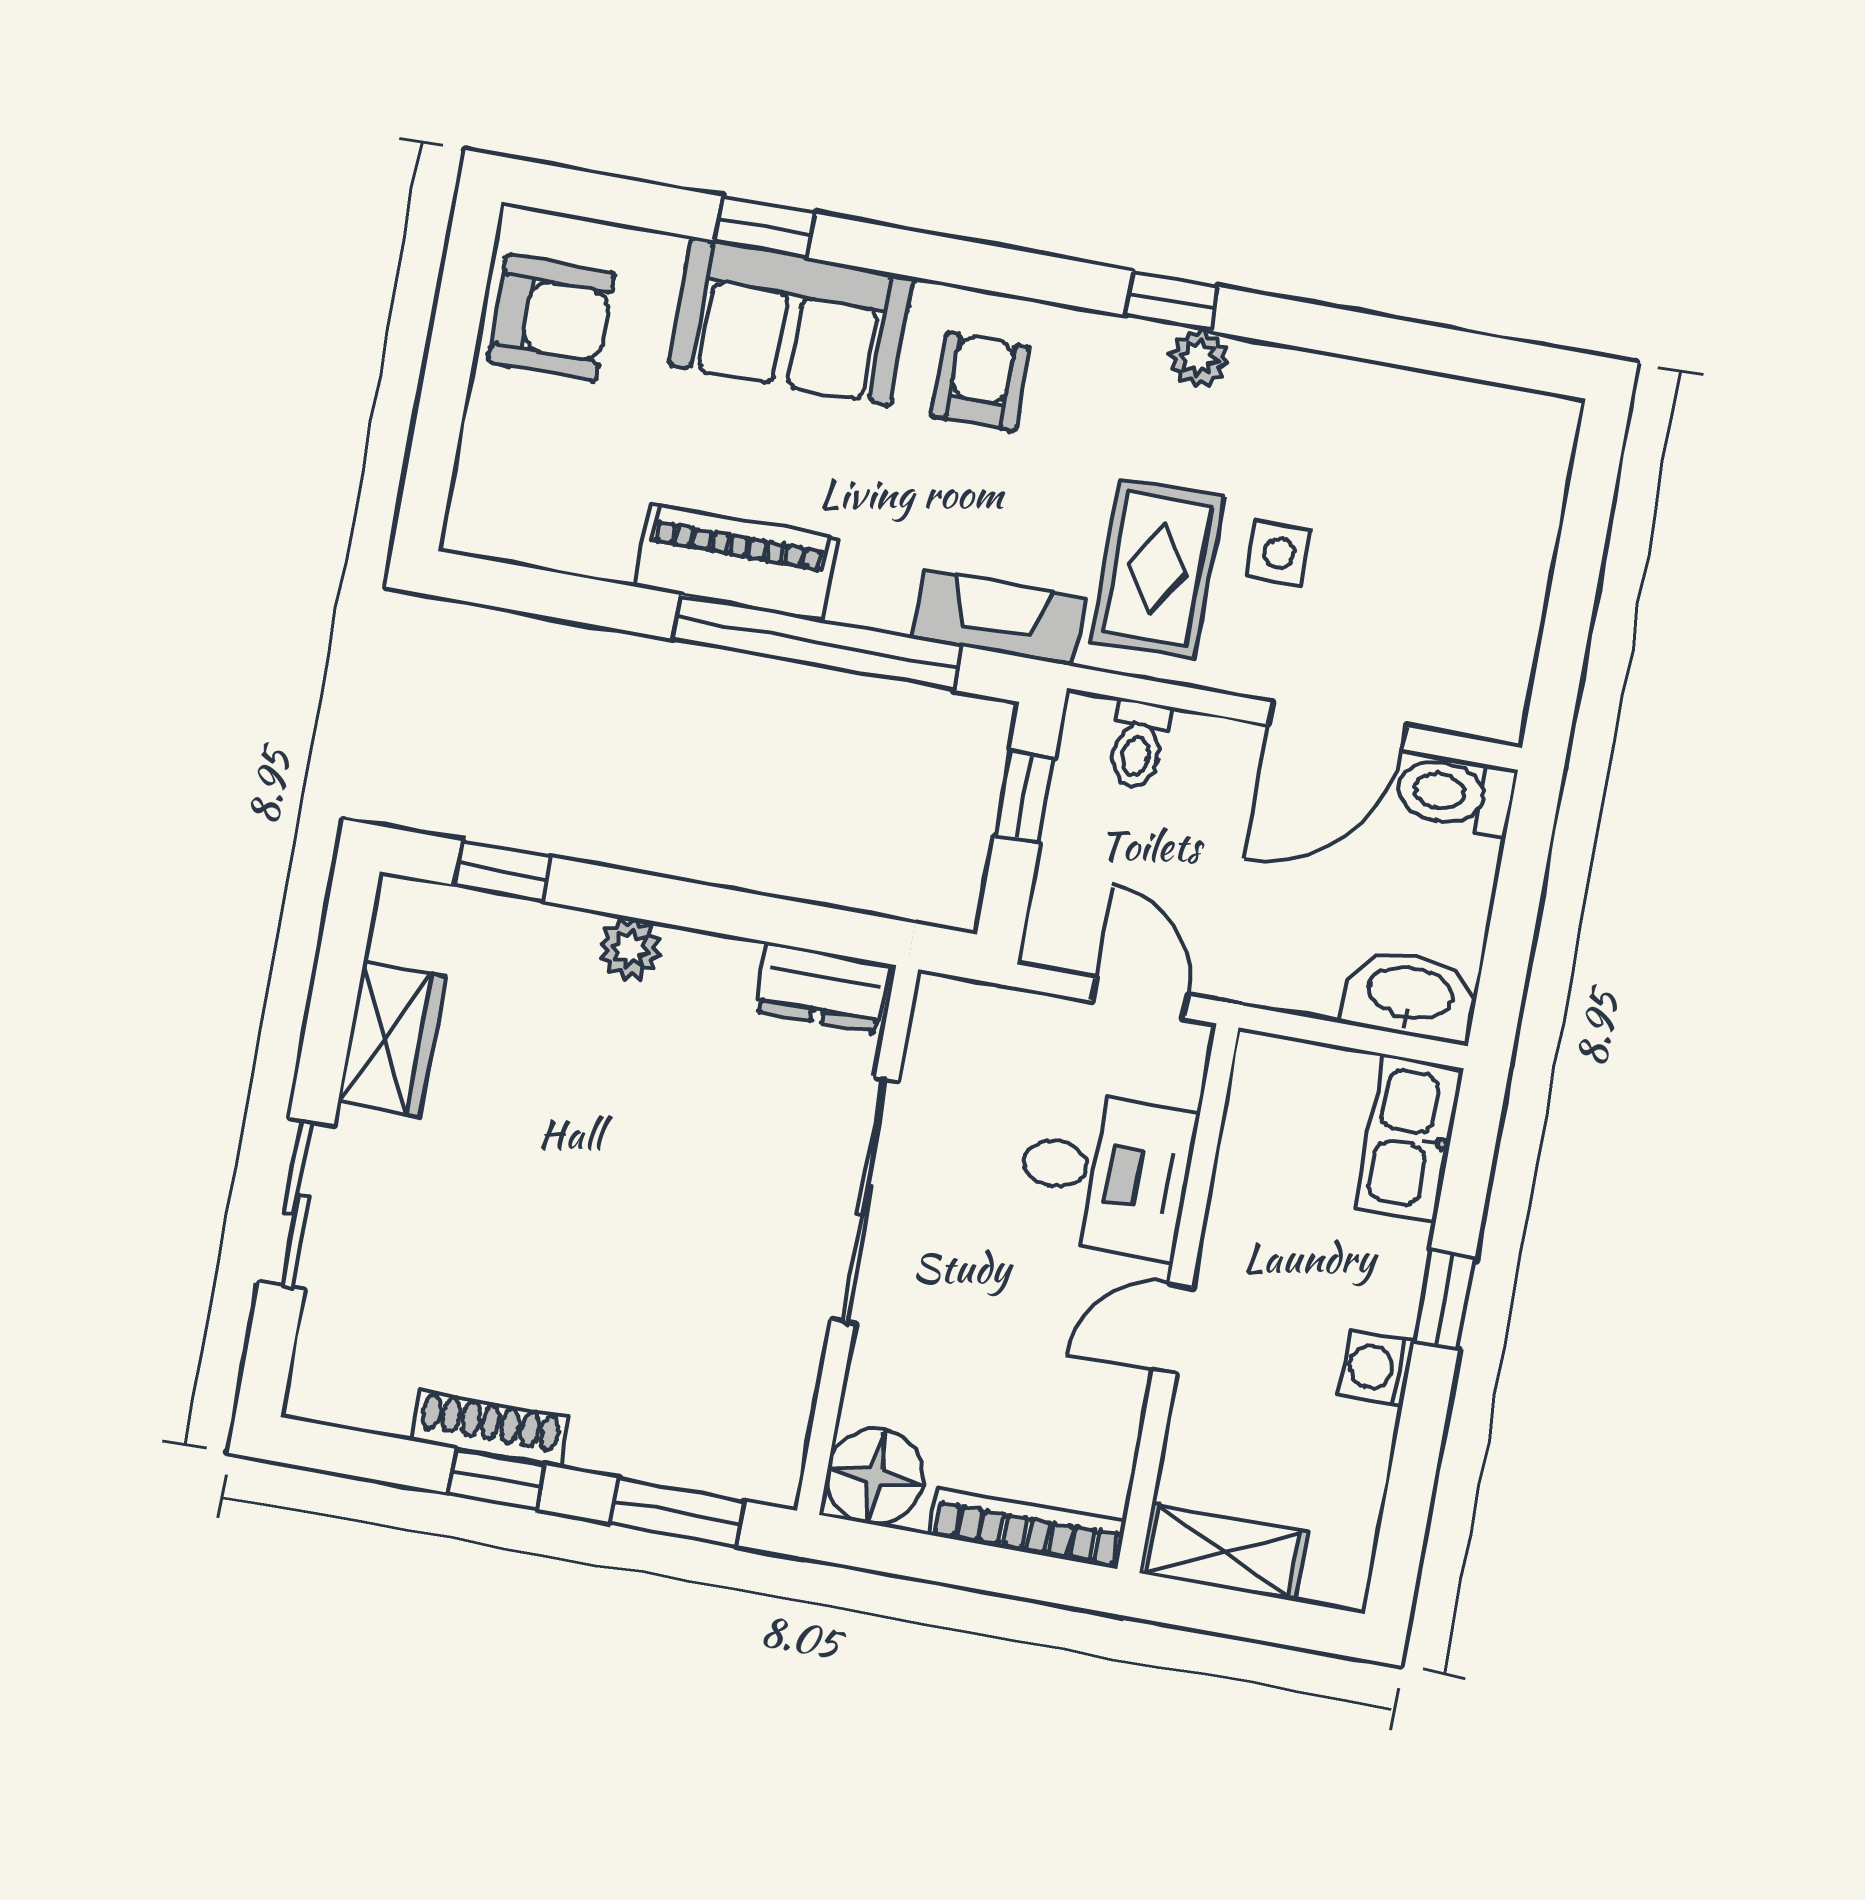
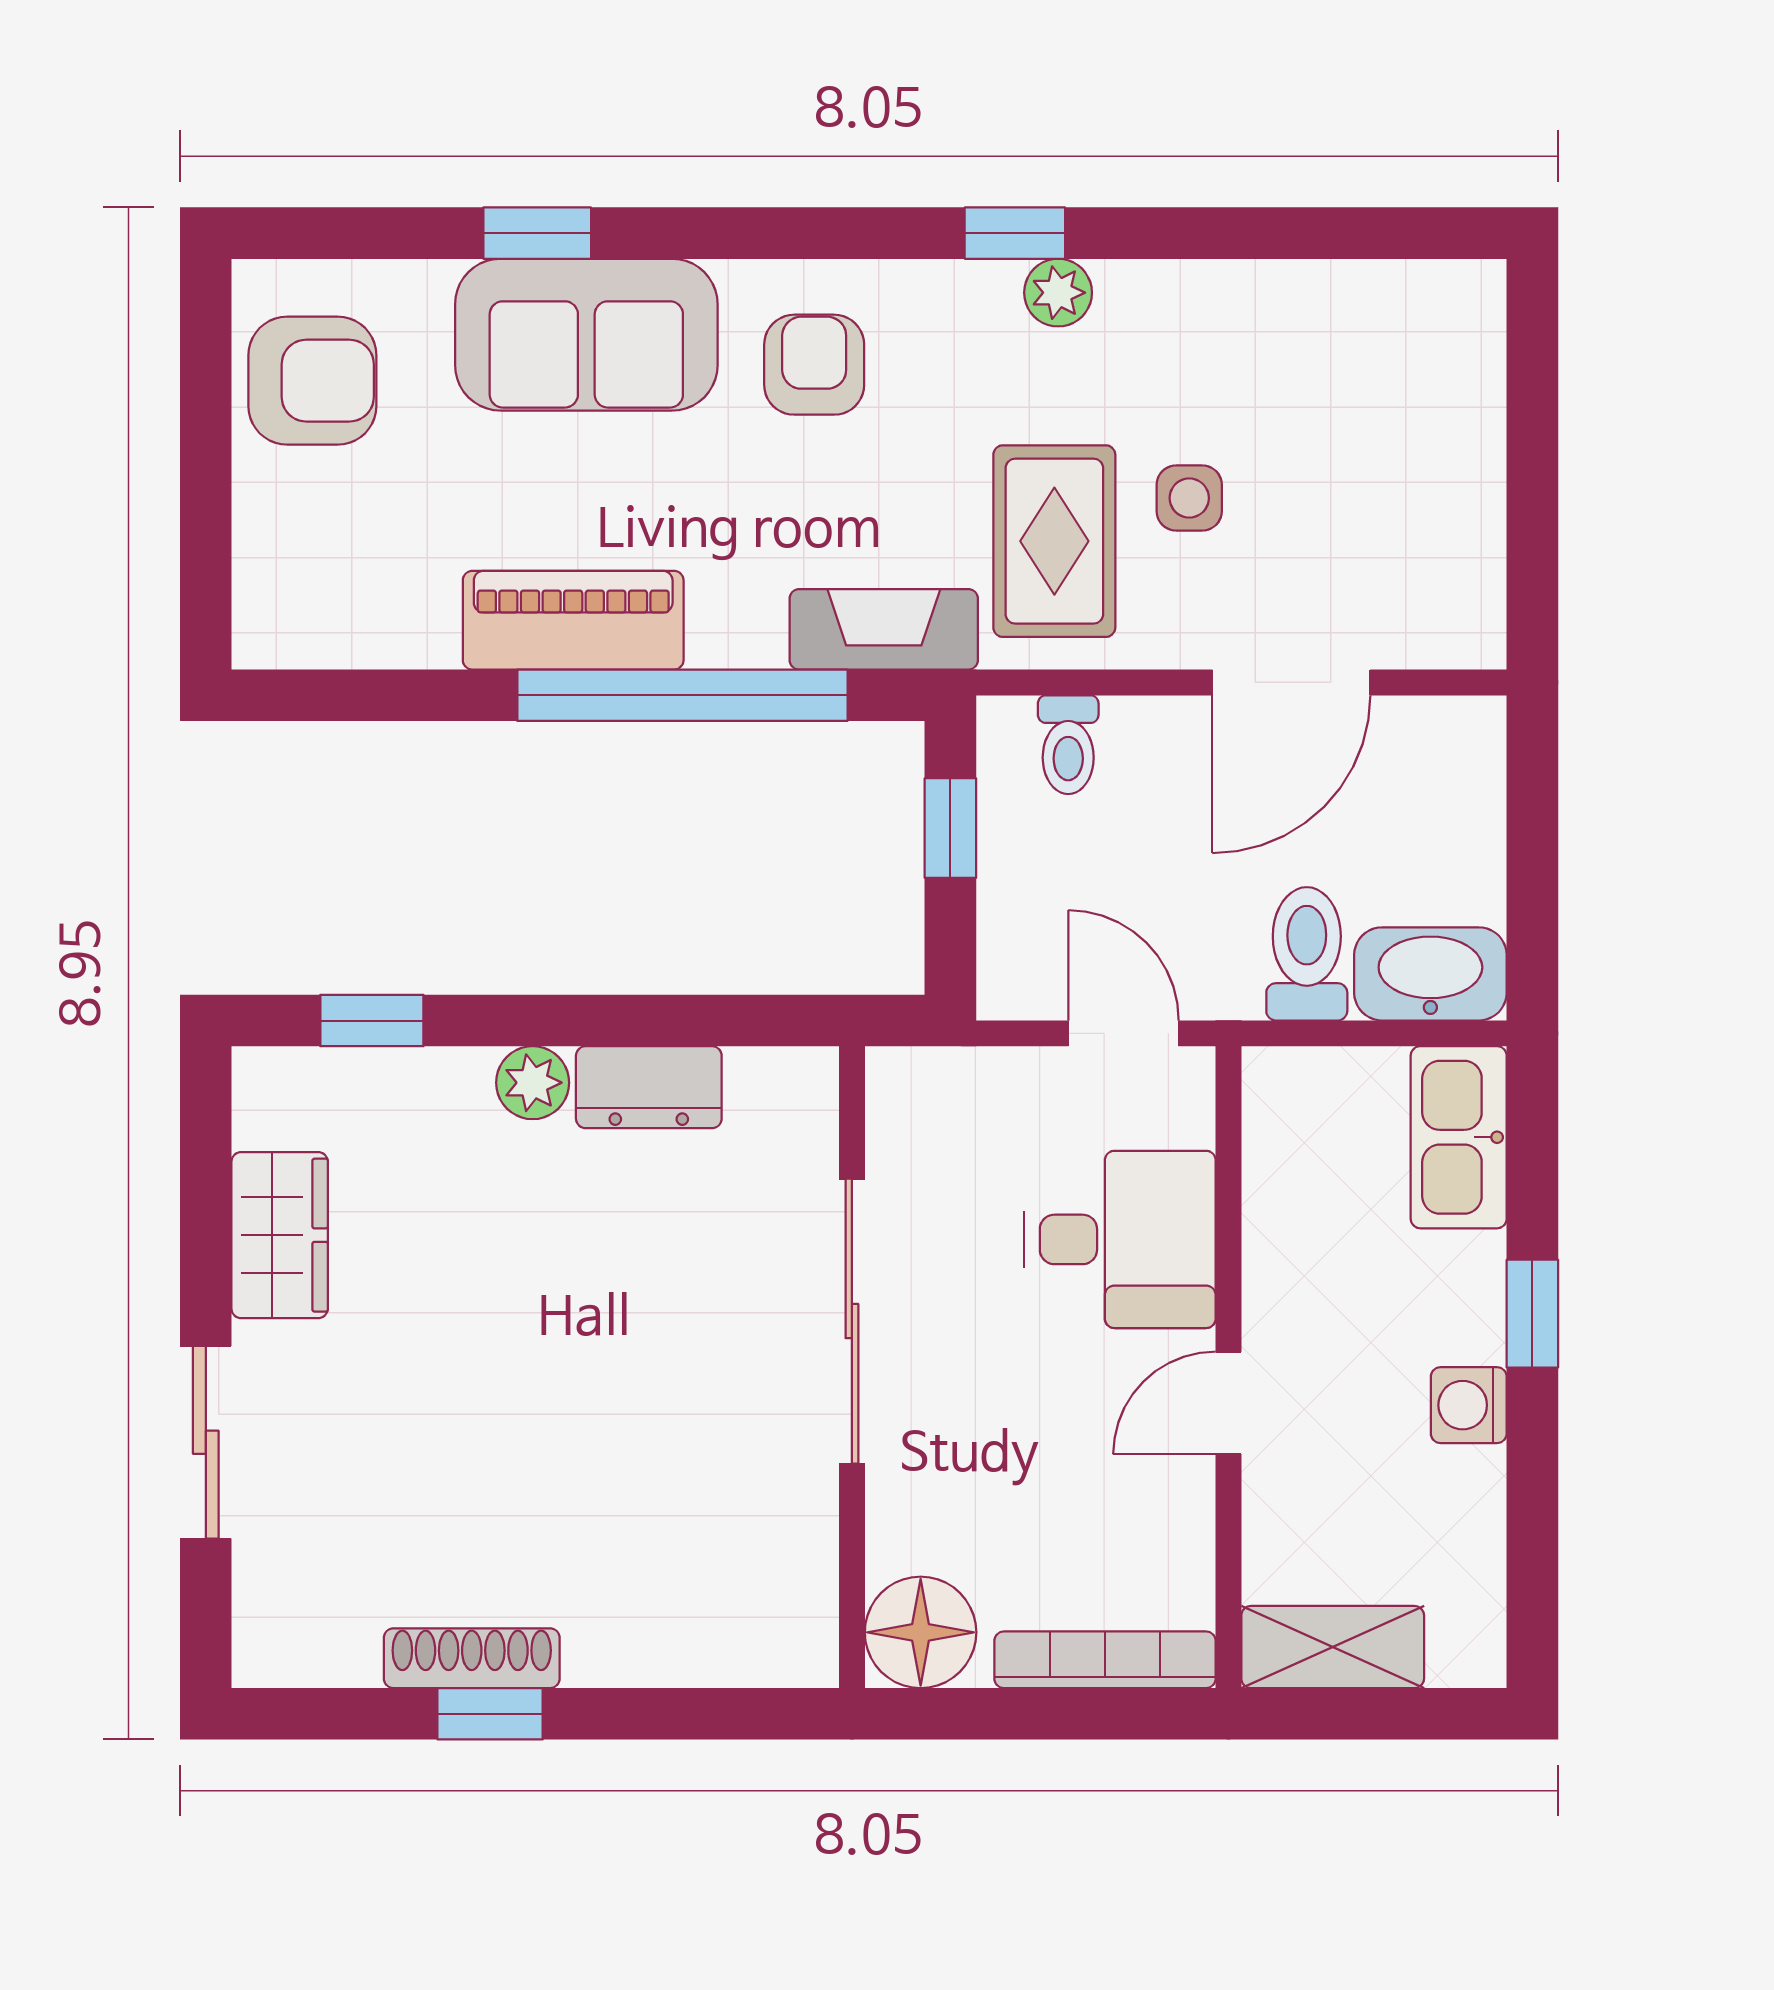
toilet: (1455, 794) -> (1307, 954), moved, turned 90
dresser: (823, 988) -> (649, 1087), moved
window: (677, 1512) -> (703, 1714), removed

